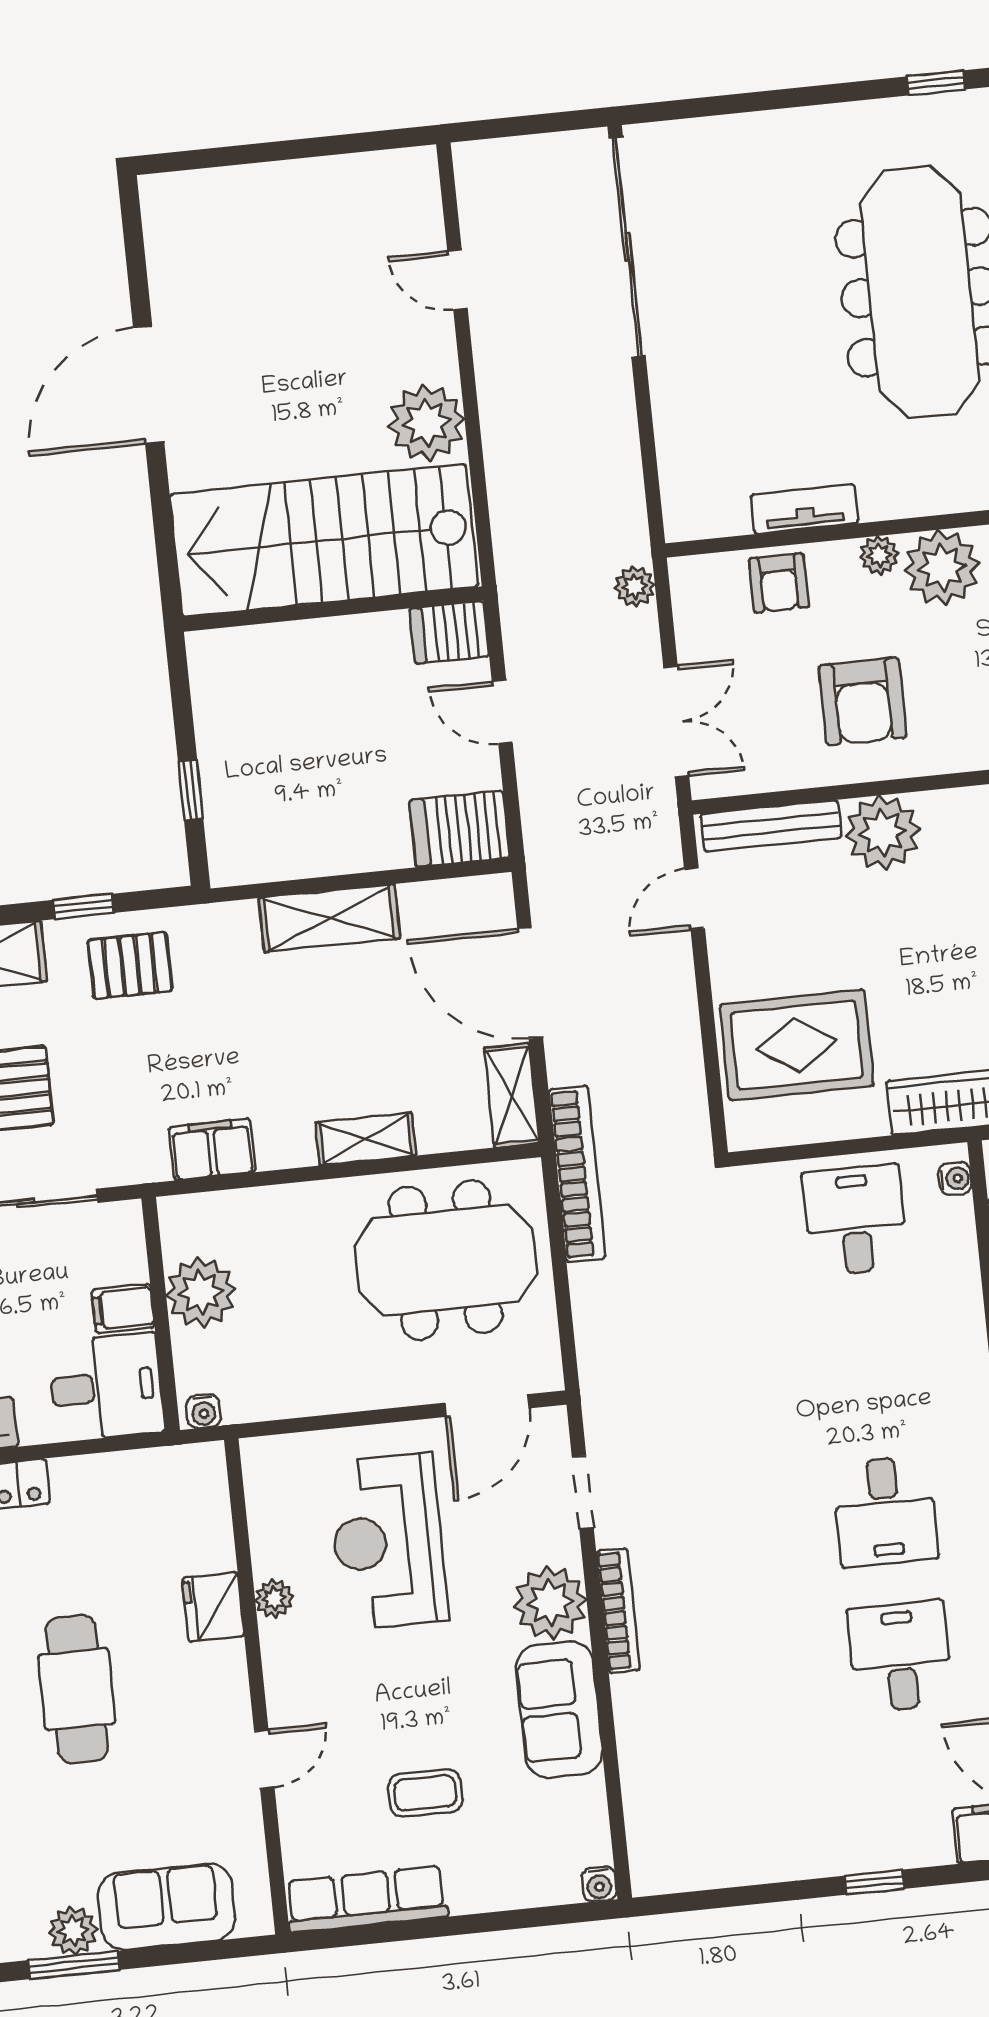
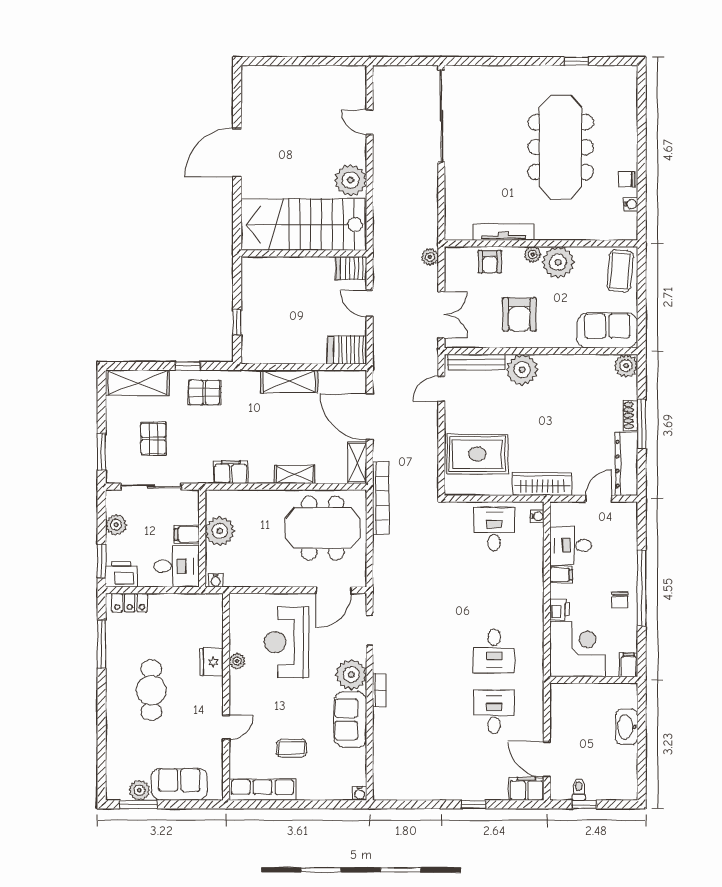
tv unit: (804, 509) -> (504, 232), width x1.41
bookcase: (618, 1611) -> (379, 690), width x0.64

